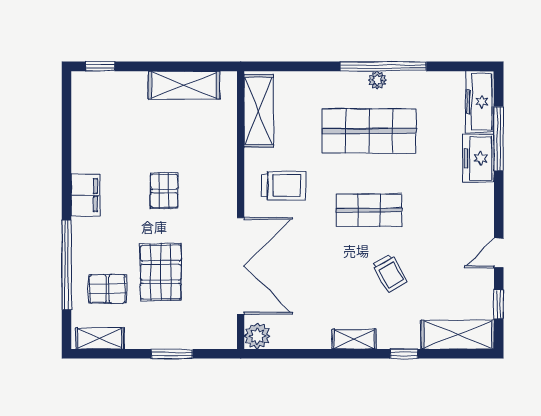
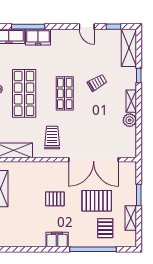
double door: (241, 266) -> (94, 160), swing flipped
plant: (257, 336) -> (130, 120), moved
shelving: (100, 338) -> (131, 218), moved

